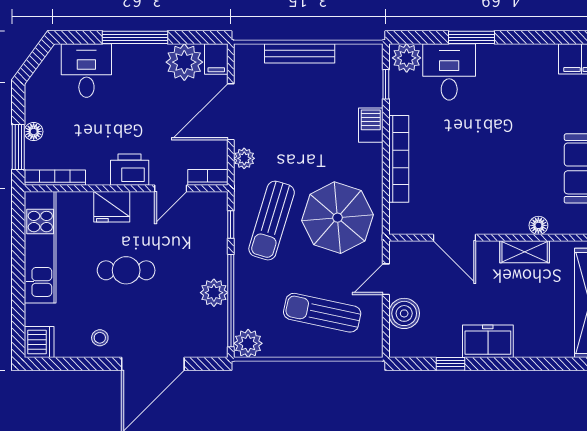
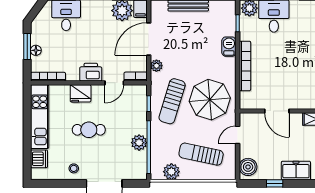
window: (18, 147) -> (27, 47), moved
boiler: (404, 313) -> (248, 167), moved
dishwasher: (39, 342) -> (39, 159), moved
plant: (248, 343) -> (171, 172), moved

